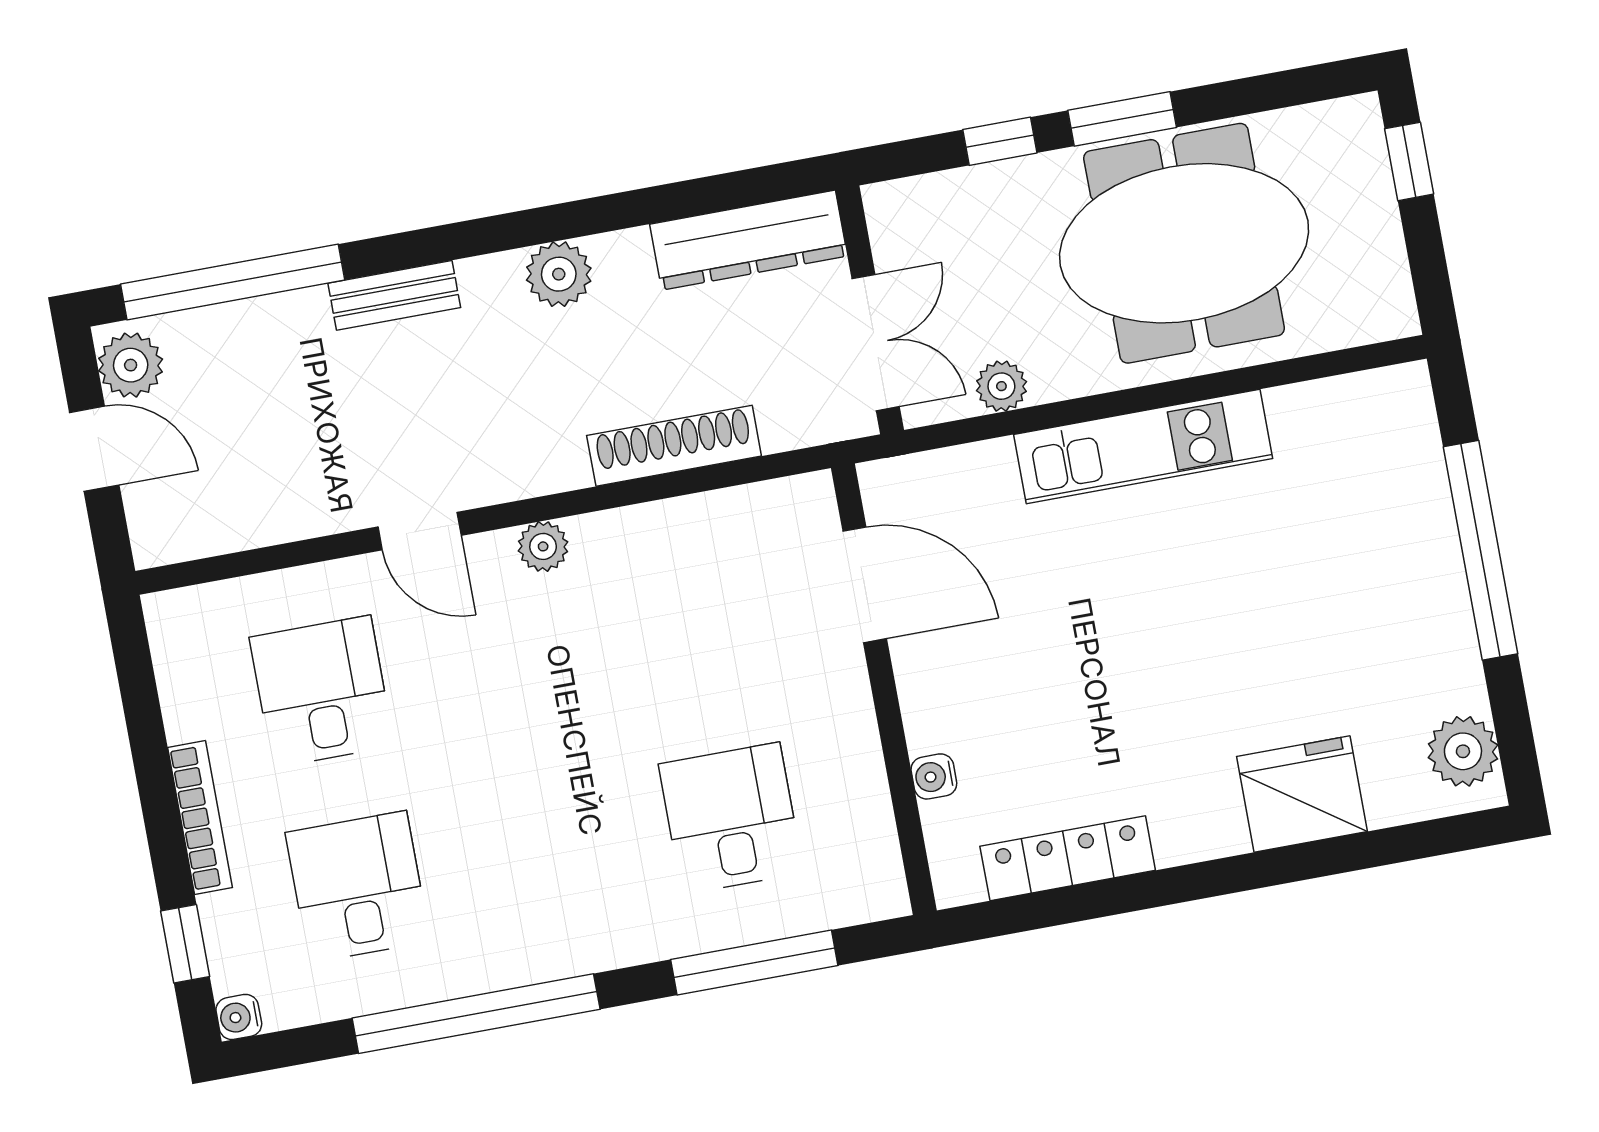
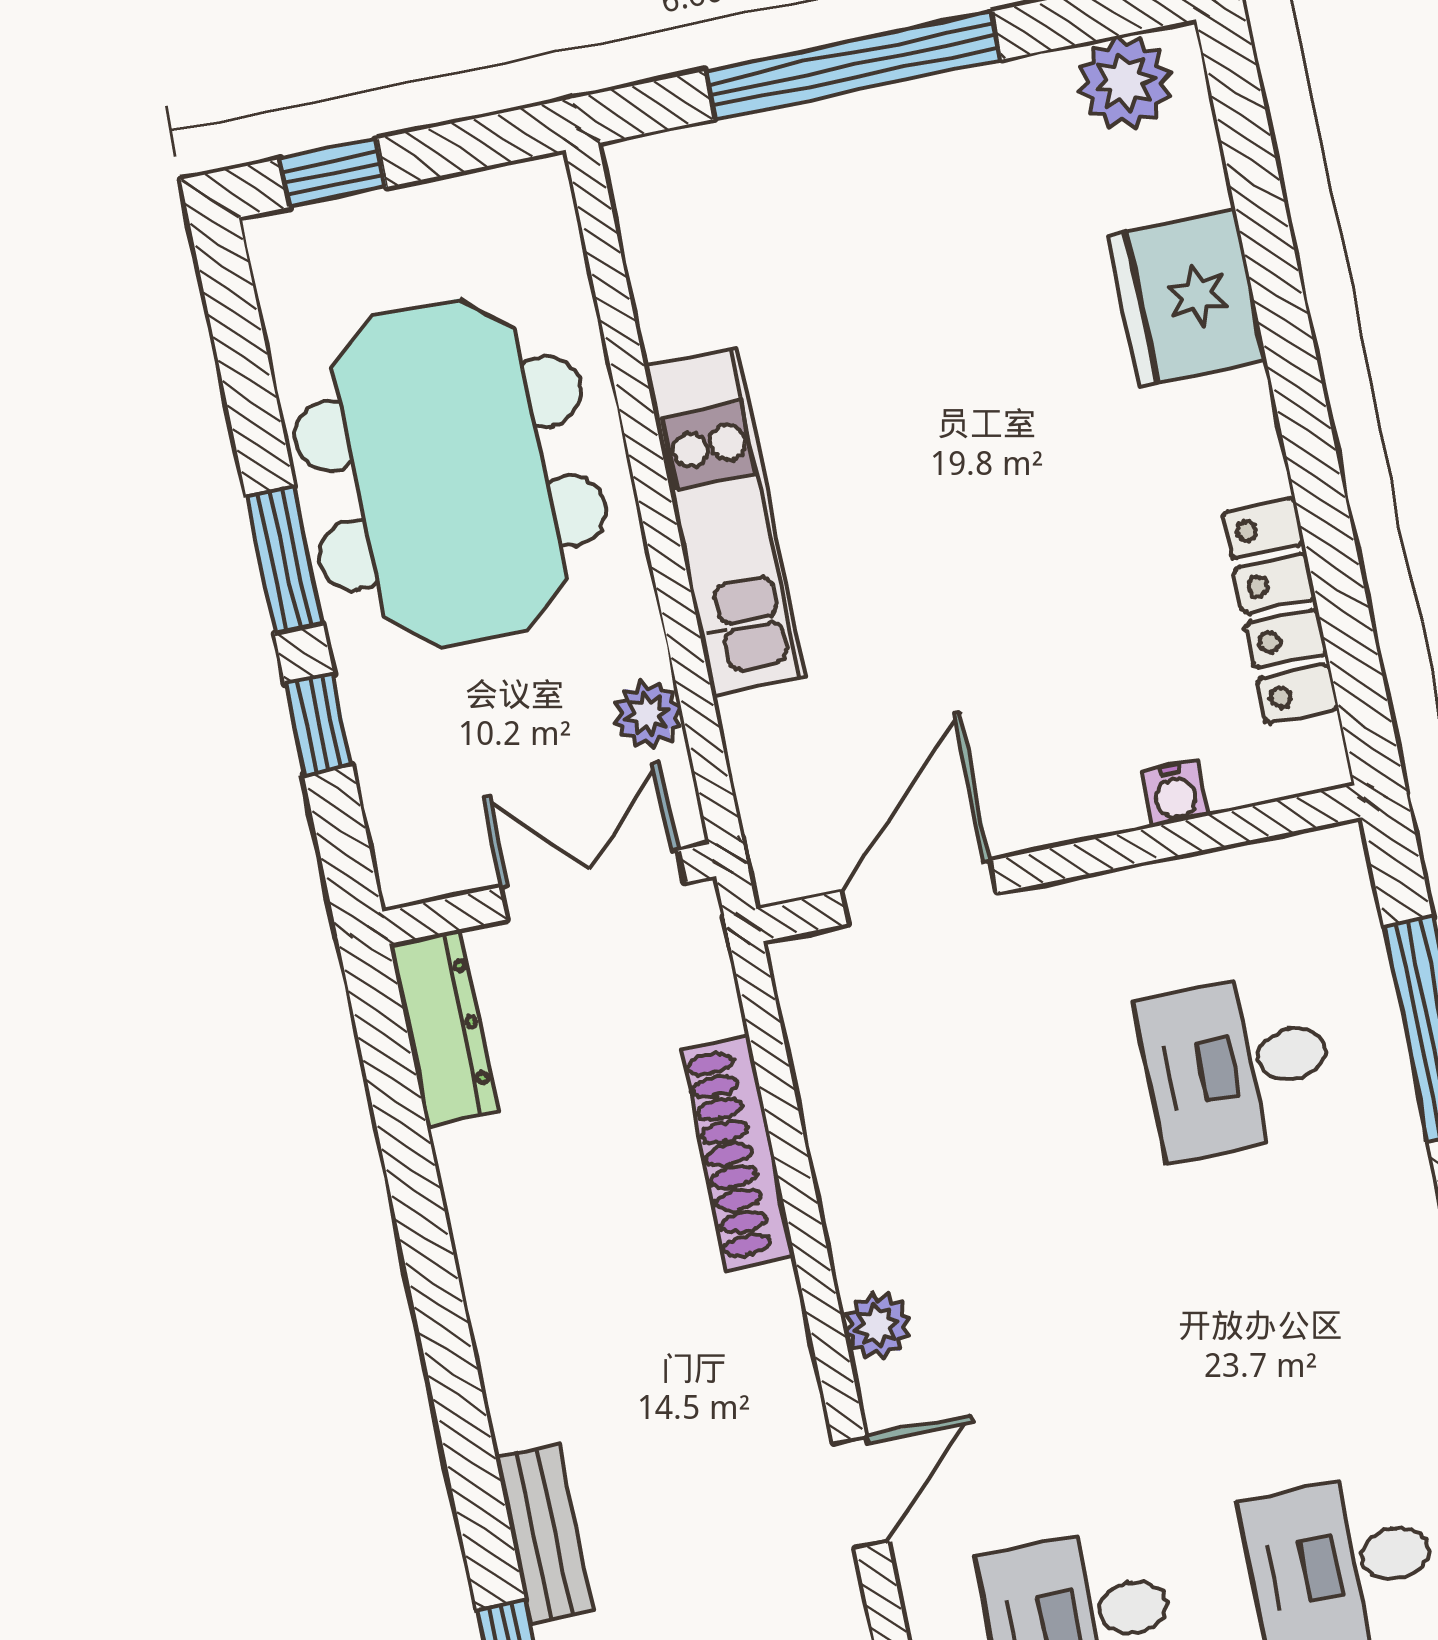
dresser: (749, 240) -> (443, 1027), width x0.73, depth x0.80
plant: (559, 274) -> (511, 1313), removed

